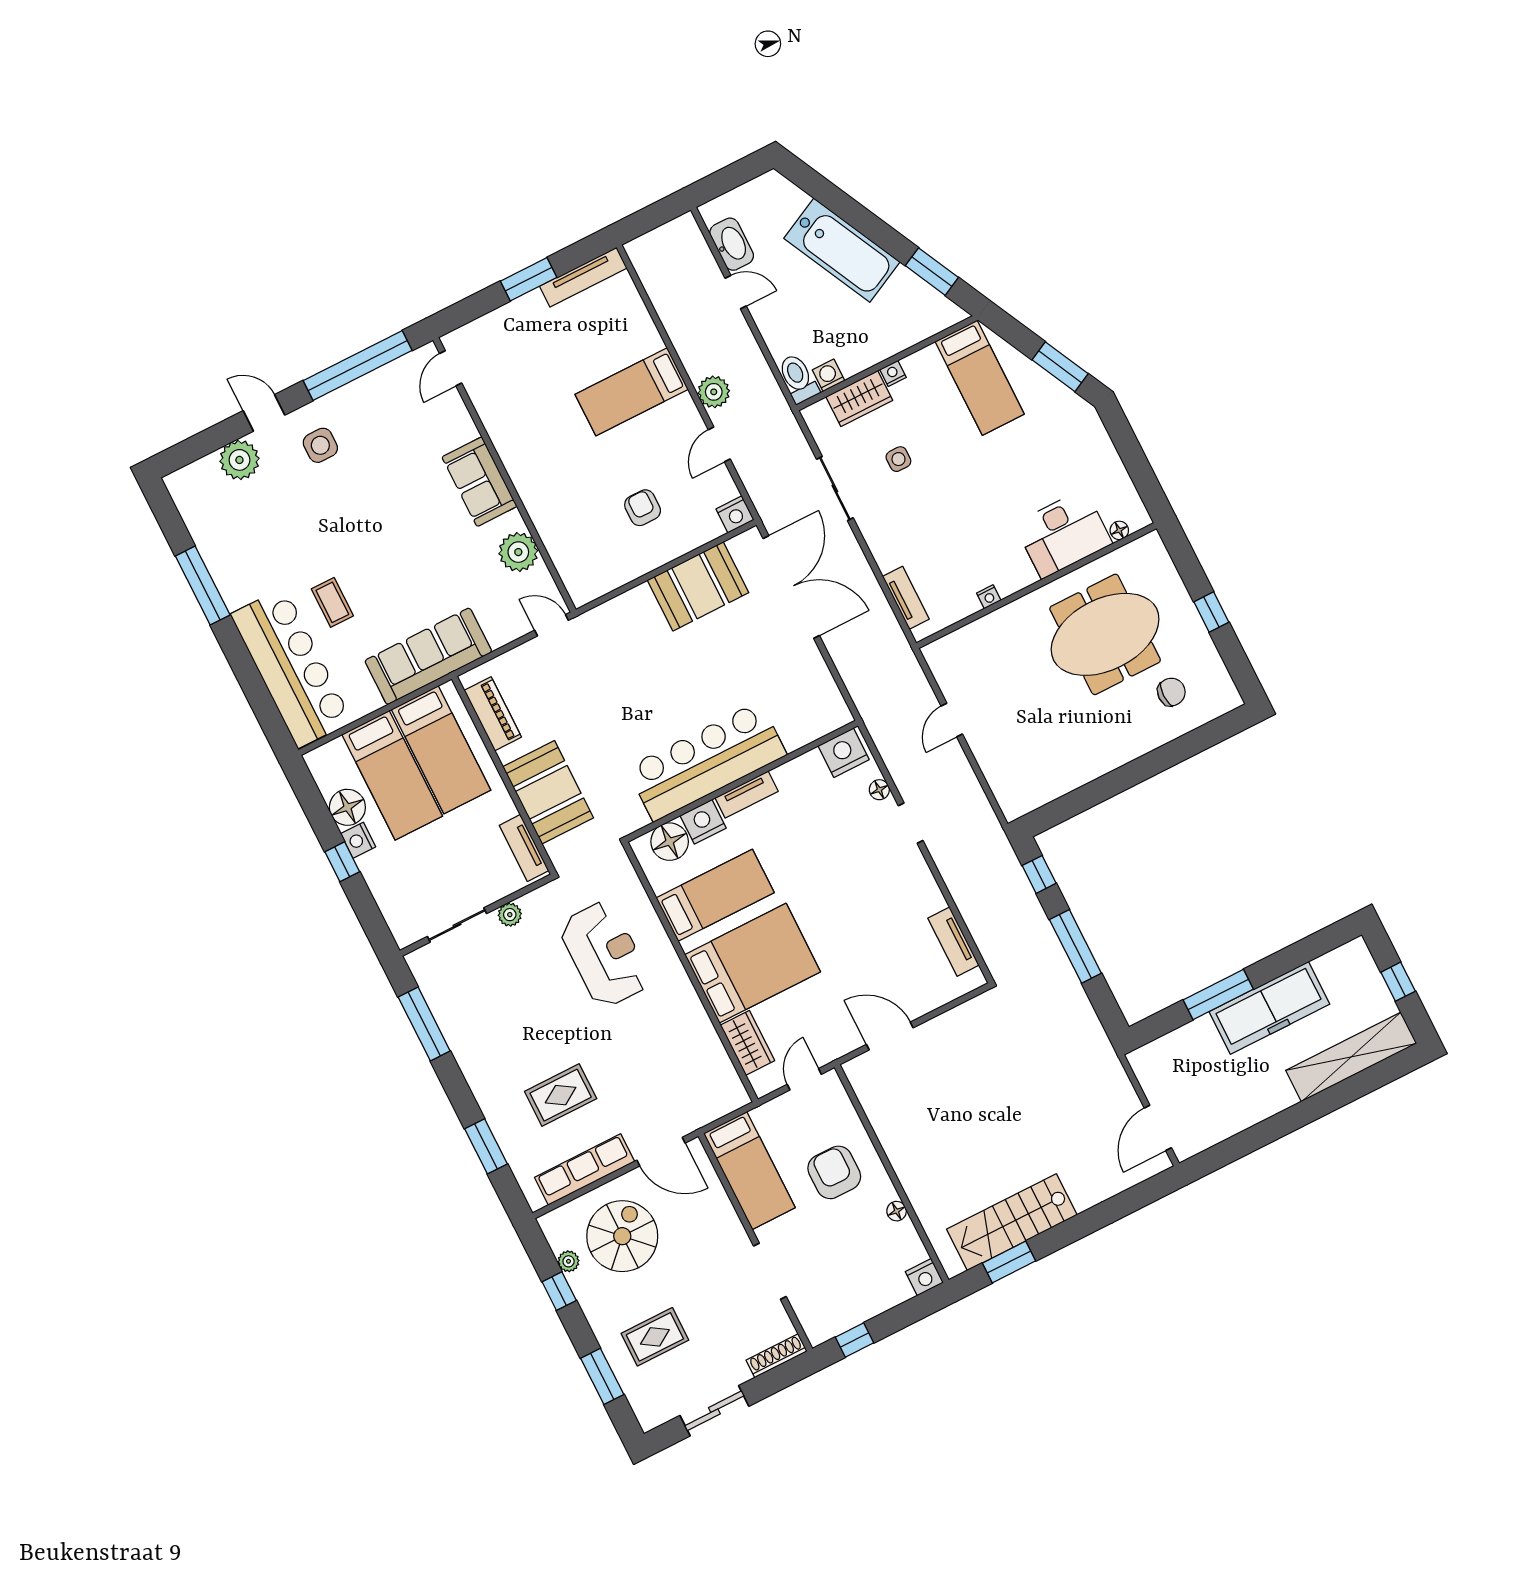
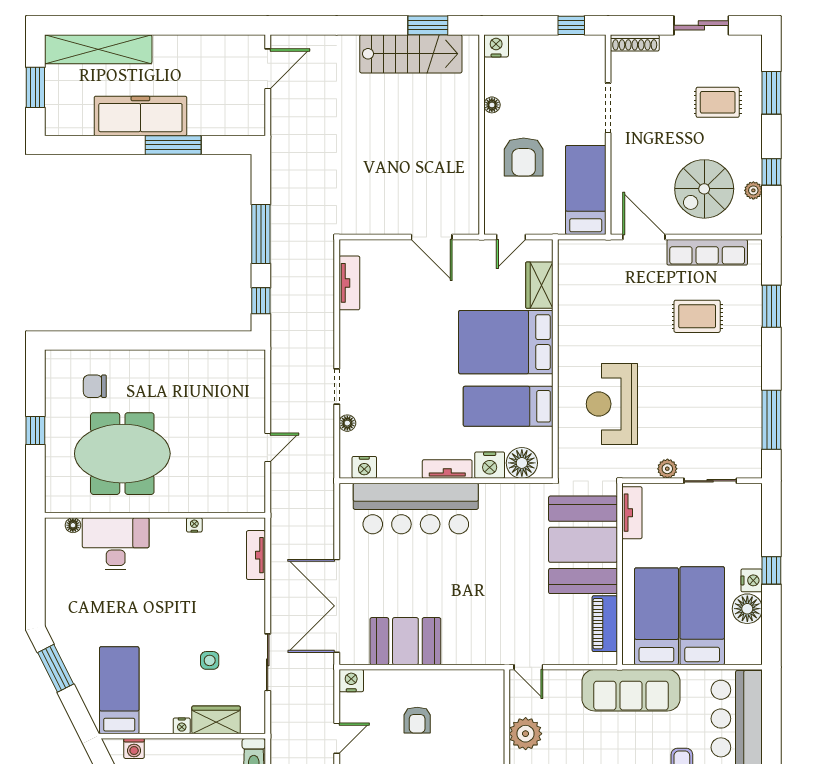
washing machine: (828, 375) -> (134, 748), moved
nightstand: (844, 753) -> (364, 467), width x0.74, depth x0.75
bar counter: (707, 761) -> (416, 508), moved
booth: (548, 792) -> (583, 545), width x1.36, depth x1.42
window: (1398, 982) -> (35, 87), width x1.50

